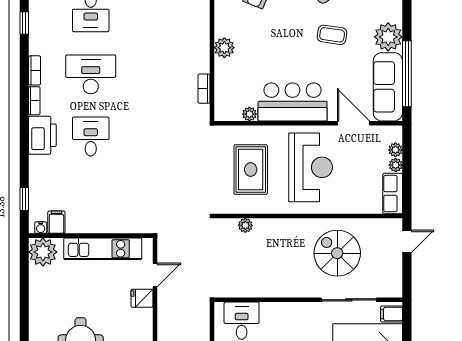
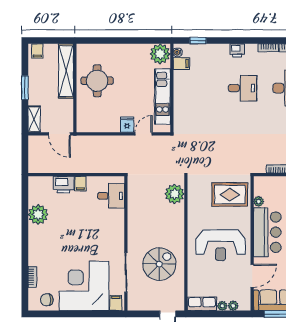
printer: (42, 135) -> (237, 50), width x0.53, depth x0.68
rug: (251, 169) -> (230, 195), moved
plant: (245, 225) -> (175, 194), width x1.87, depth x1.87
door: (155, 275) -> (144, 134), swing flipped

